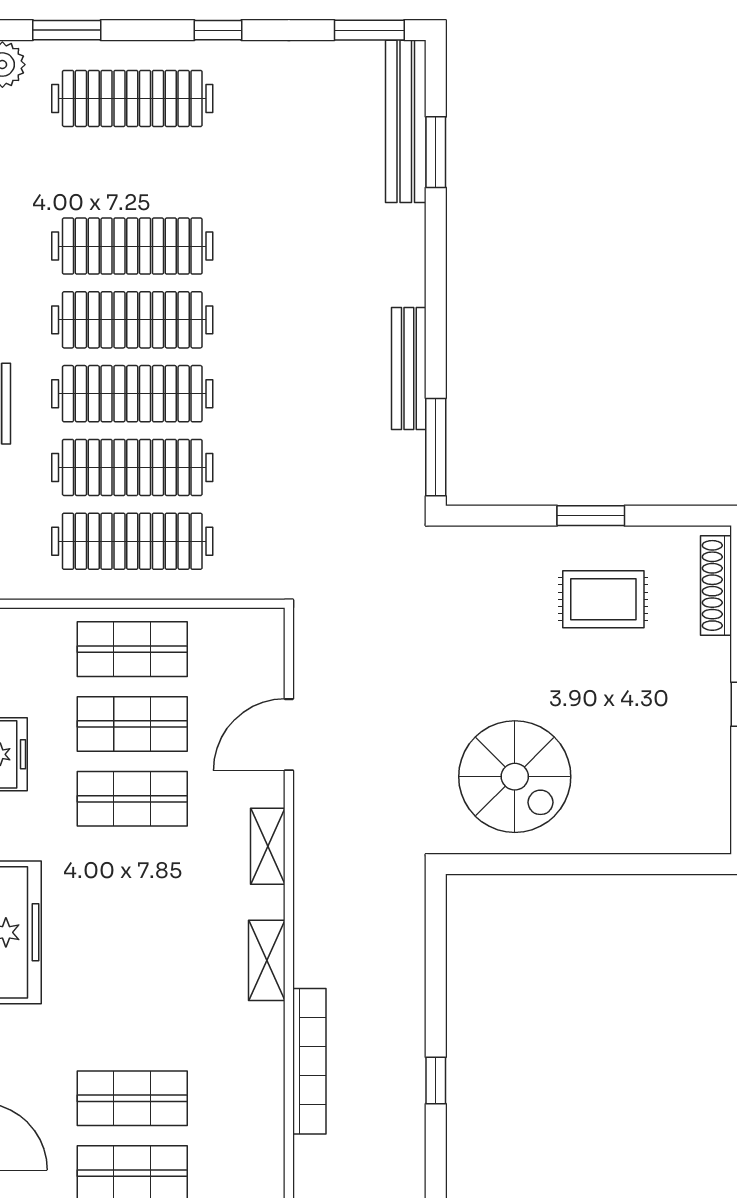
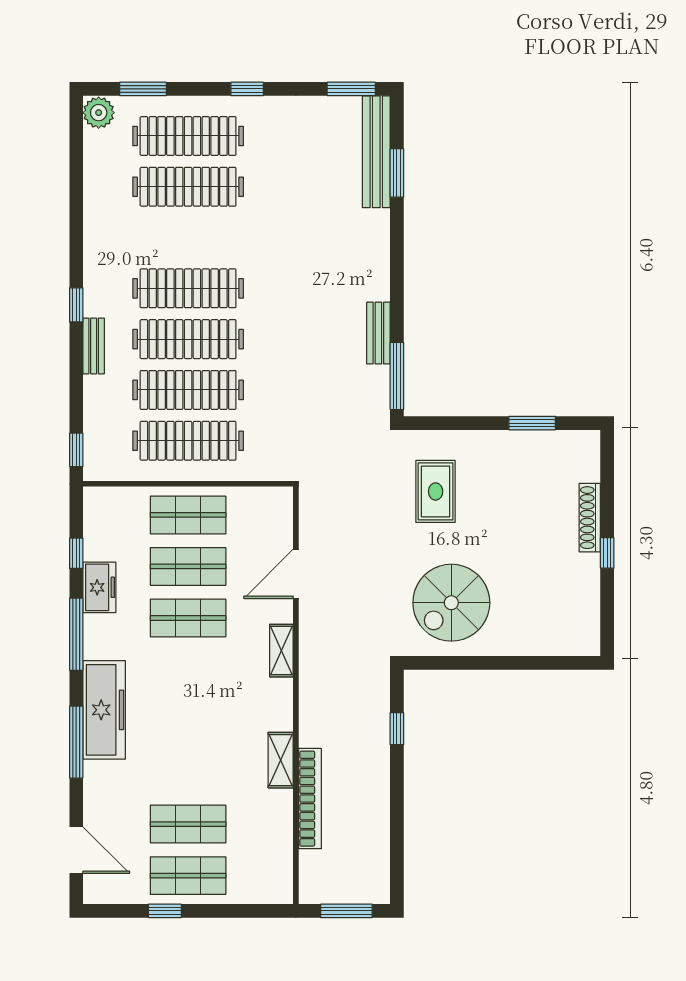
clothes rail: (132, 246) -> (188, 187), moved
bench: (409, 369) -> (378, 333), width x0.73
window: (591, 516) -> (532, 423), moved
shoe rack: (716, 585) -> (590, 518), moved
rug: (603, 599) -> (436, 491), moved, turned 90
spiral stairs: (515, 777) -> (451, 603), turned 90
shelving: (267, 960) -> (281, 760), moved
window: (436, 1081) -> (397, 729), moved

